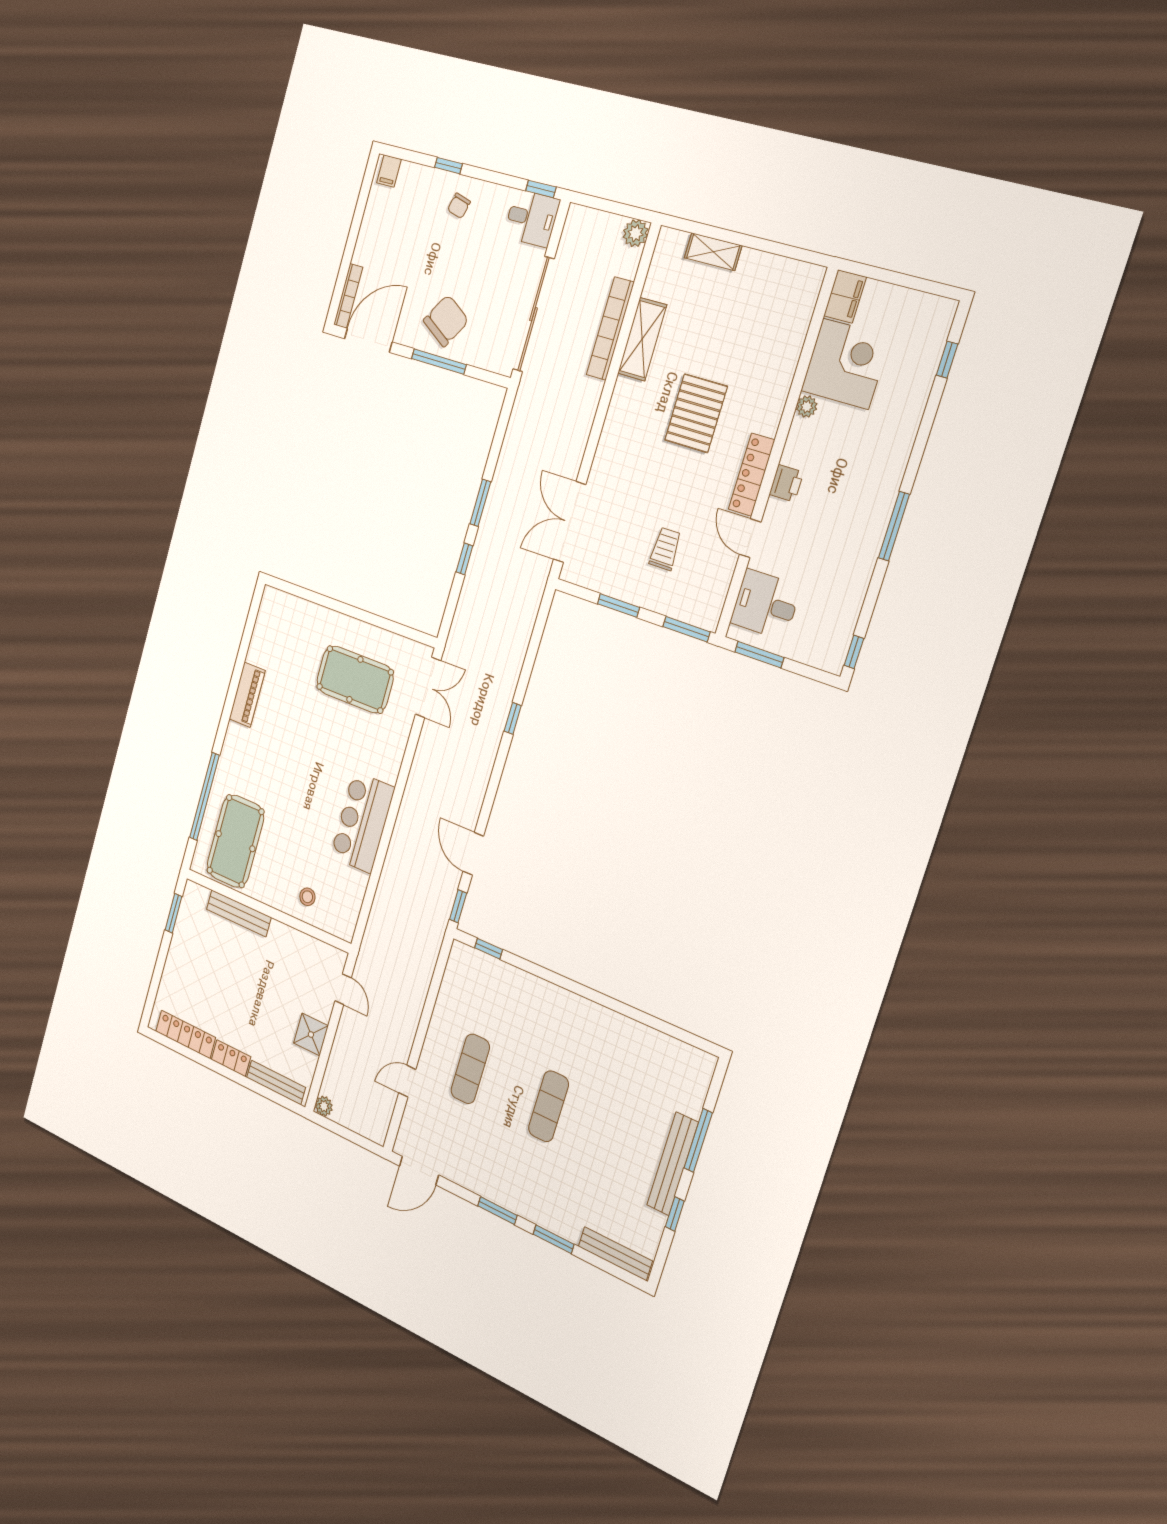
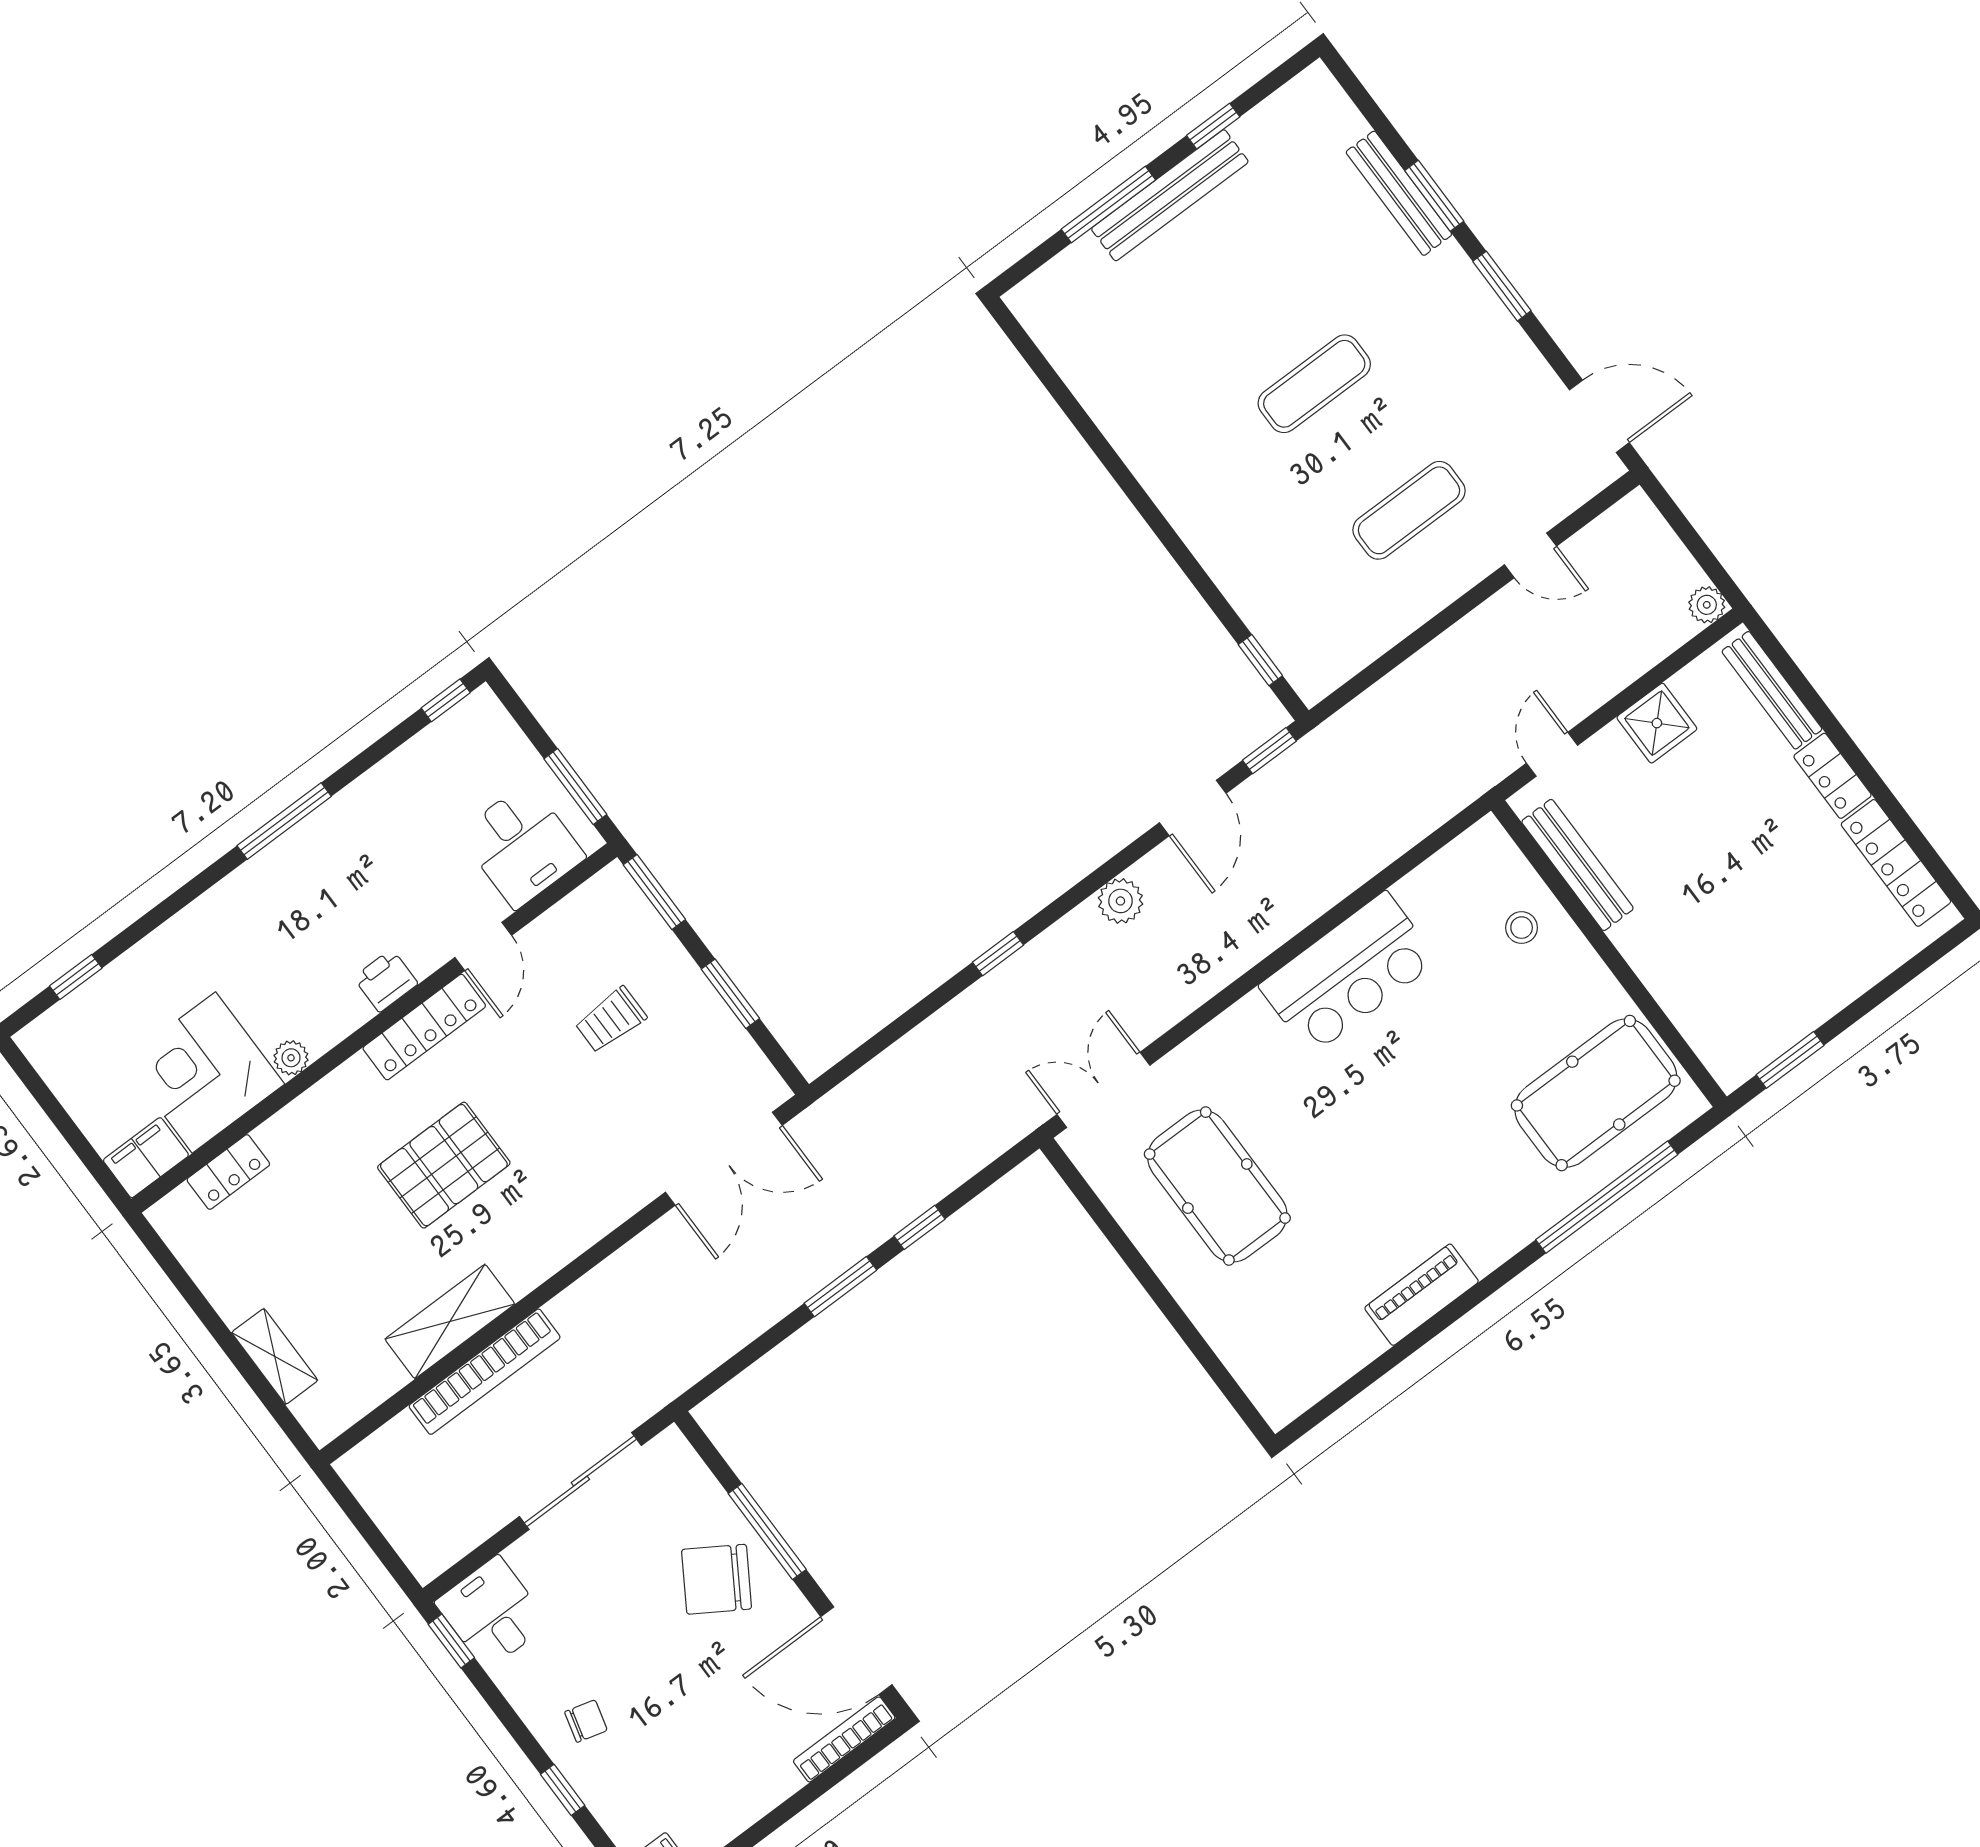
plant: (636, 233) -> (1120, 901), moved
sliding door: (533, 314) -> (580, 1481), width x0.73
locker: (798, 324) -> (228, 1172), added
bench: (239, 913) -> (1577, 865), moved
bench: (615, 1254) -> (1399, 193), moved

